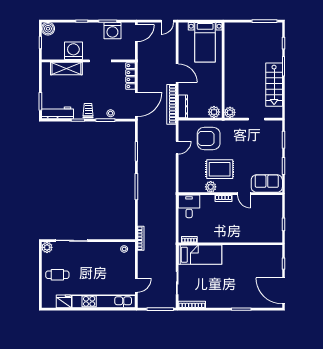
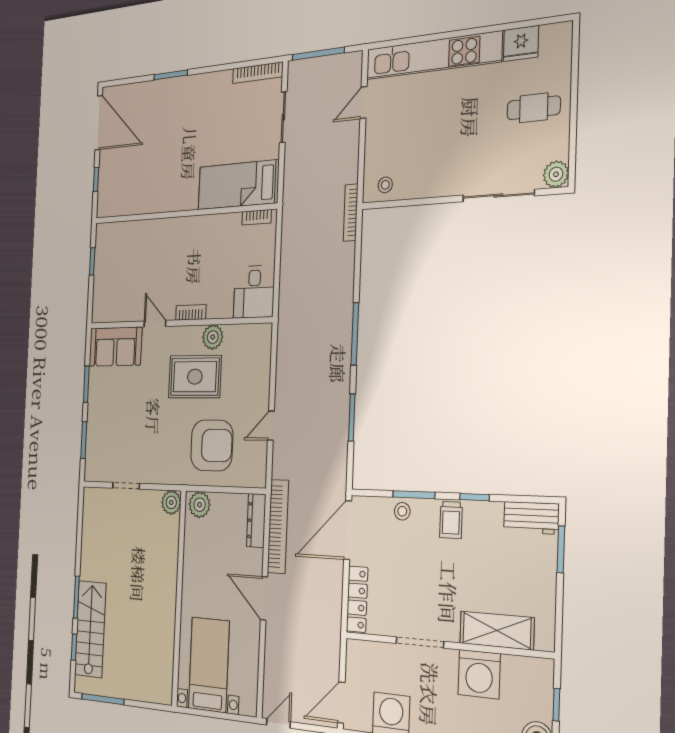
stairs: (274, 85) -> (90, 629), moved
workbench: (57, 113) -> (531, 518), width x0.73

